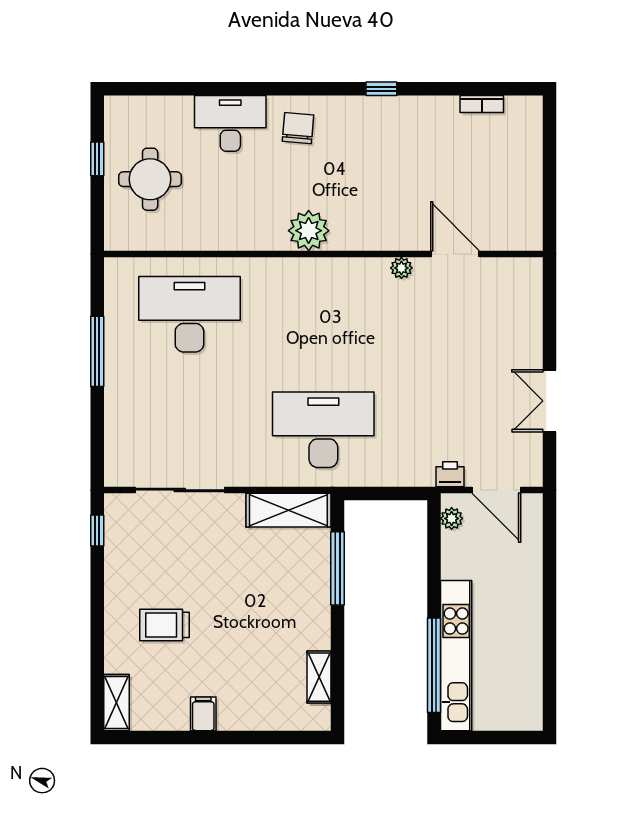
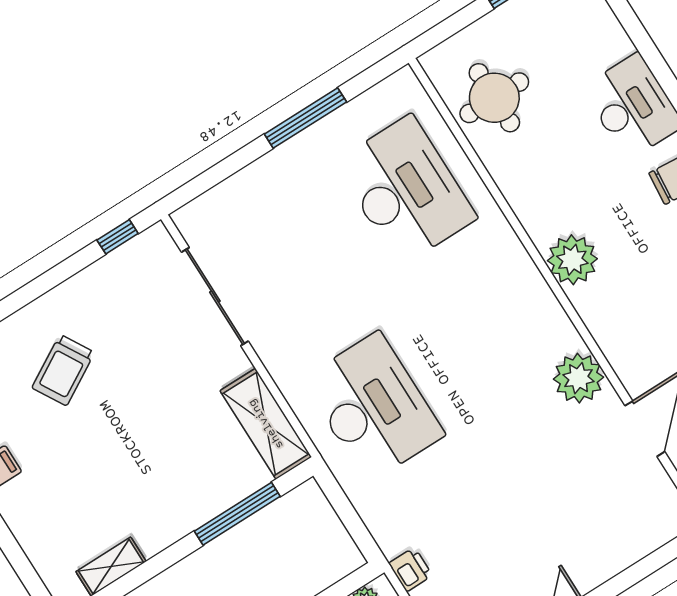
round table: (150, 179) -> (494, 98), moved
plant: (401, 268) -> (578, 378), width x1.88, depth x1.88
trolley: (165, 625) -> (63, 370), turned -120

